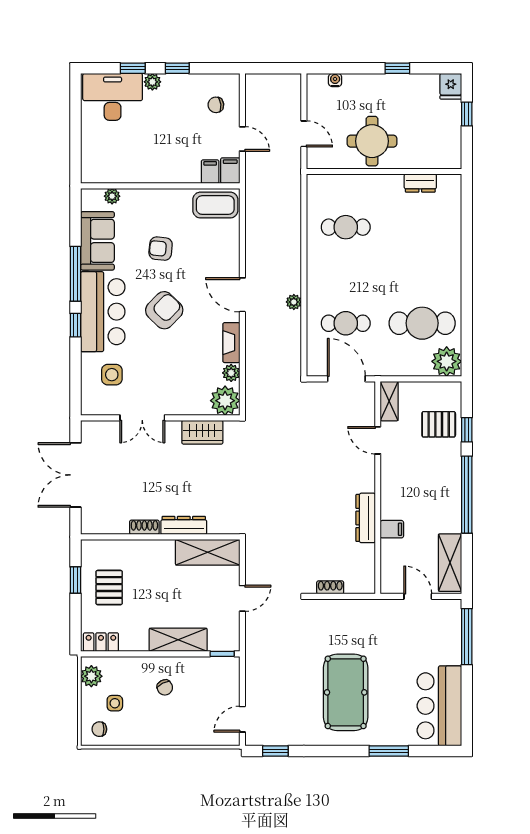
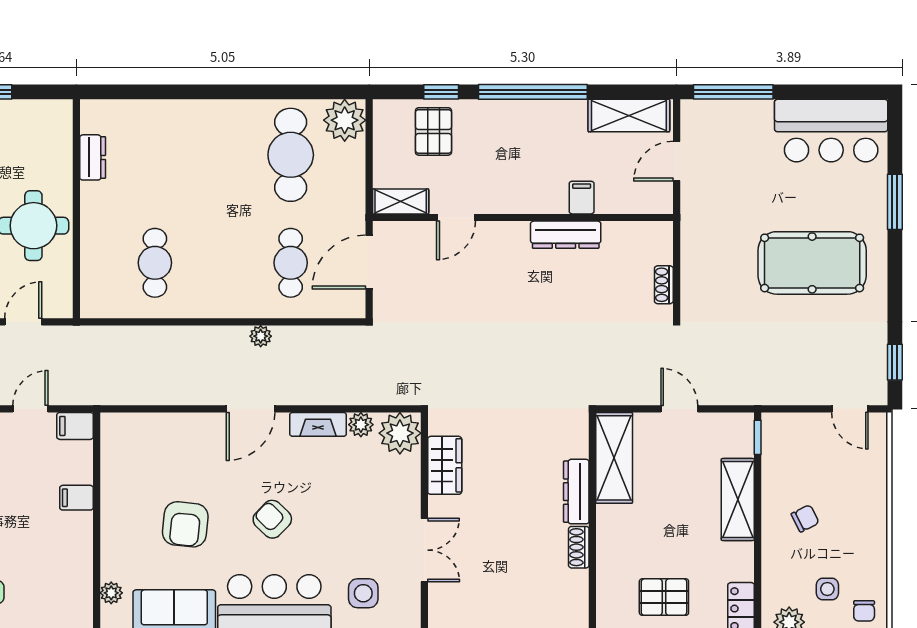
filing cabinet: (210, 172) -> (77, 498), moved
coffee table: (215, 205) -> (124, 447), removed
armchair: (161, 249) -> (185, 524), width x1.38, depth x1.38
armchair: (164, 310) -> (272, 519), width x0.72, depth x0.72

